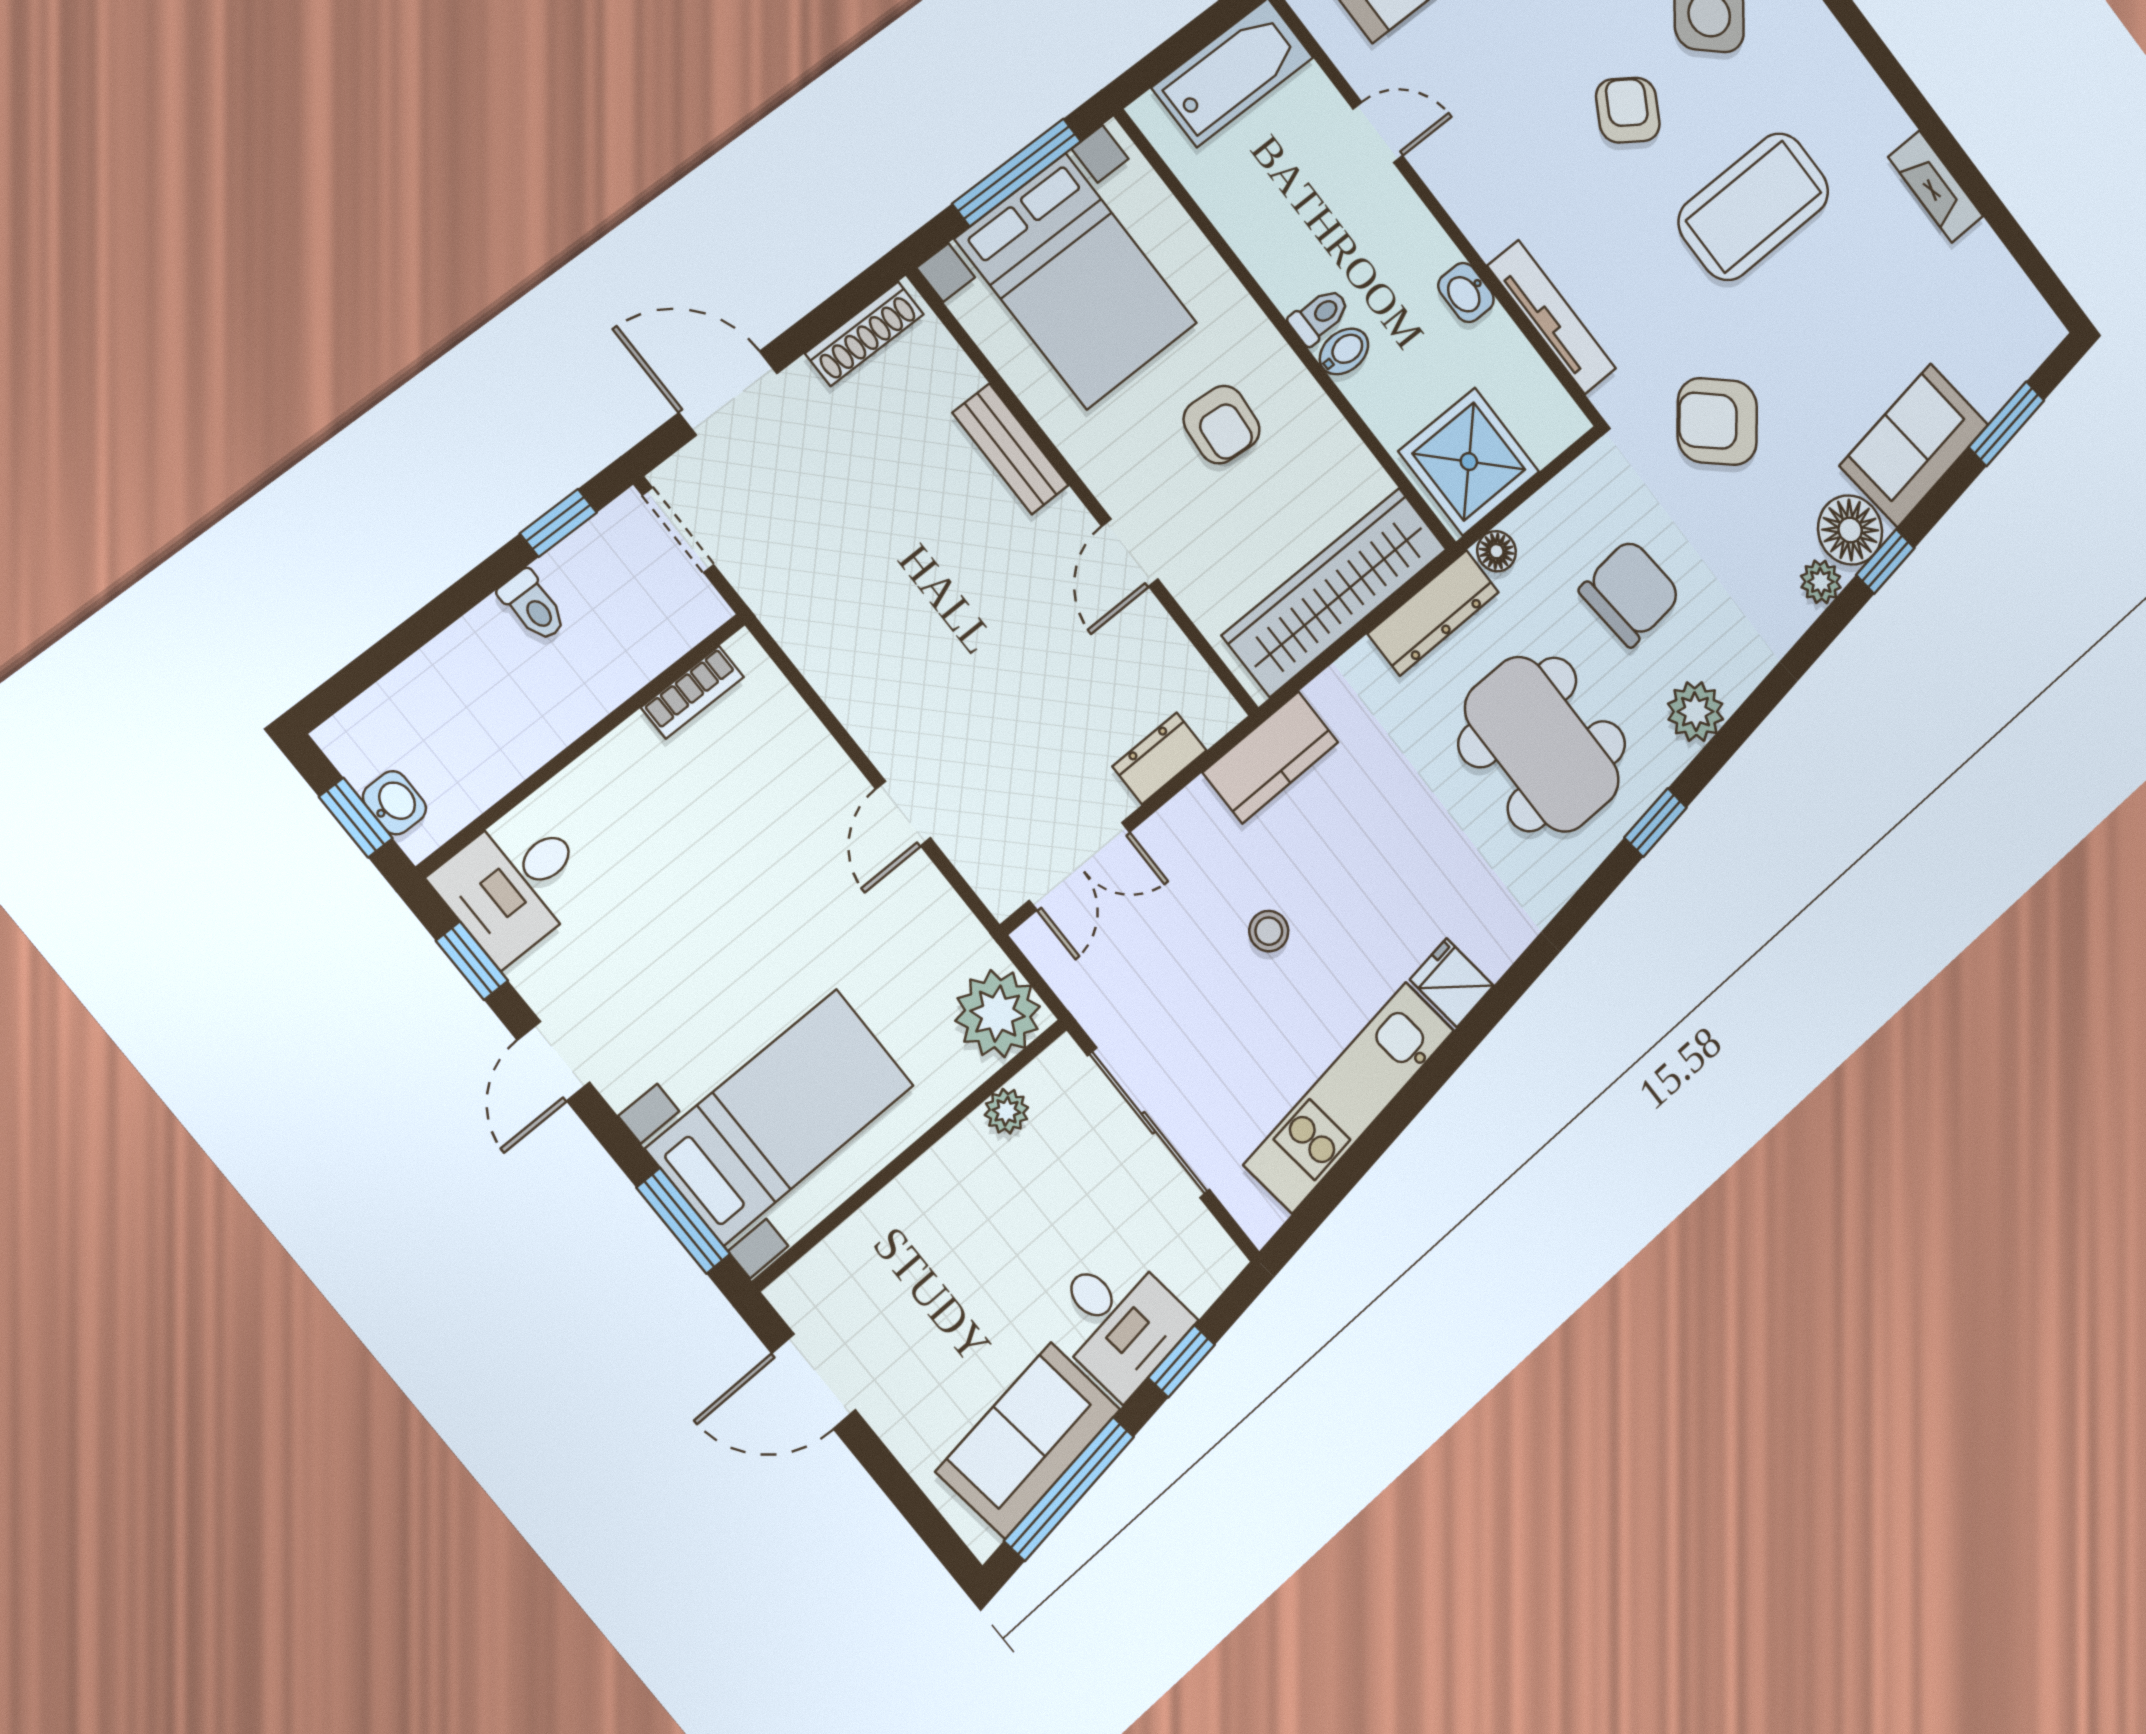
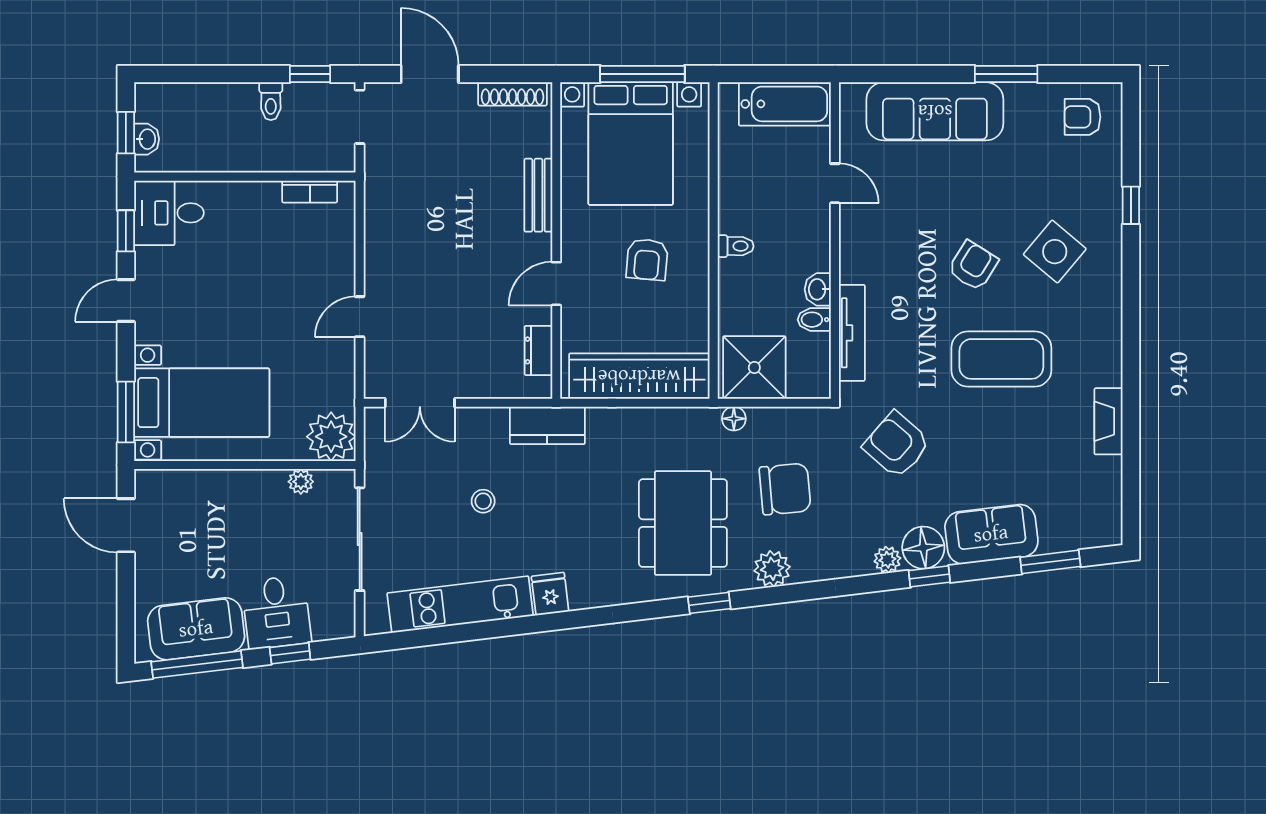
bidet: (1344, 351) -> (814, 320), moved, turned 180
dresser: (1433, 613) -> (679, 422), removed
dresser: (1159, 758) -> (538, 350), moved, turned -90

